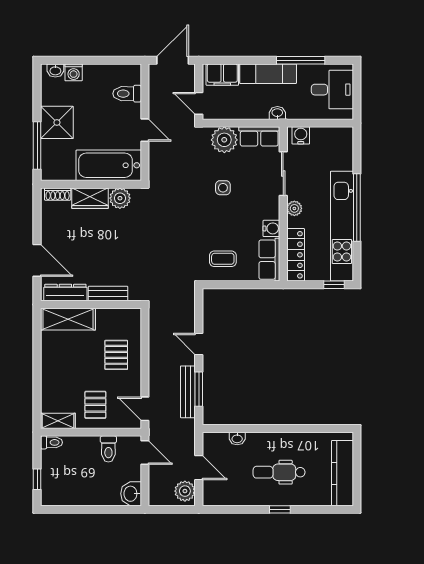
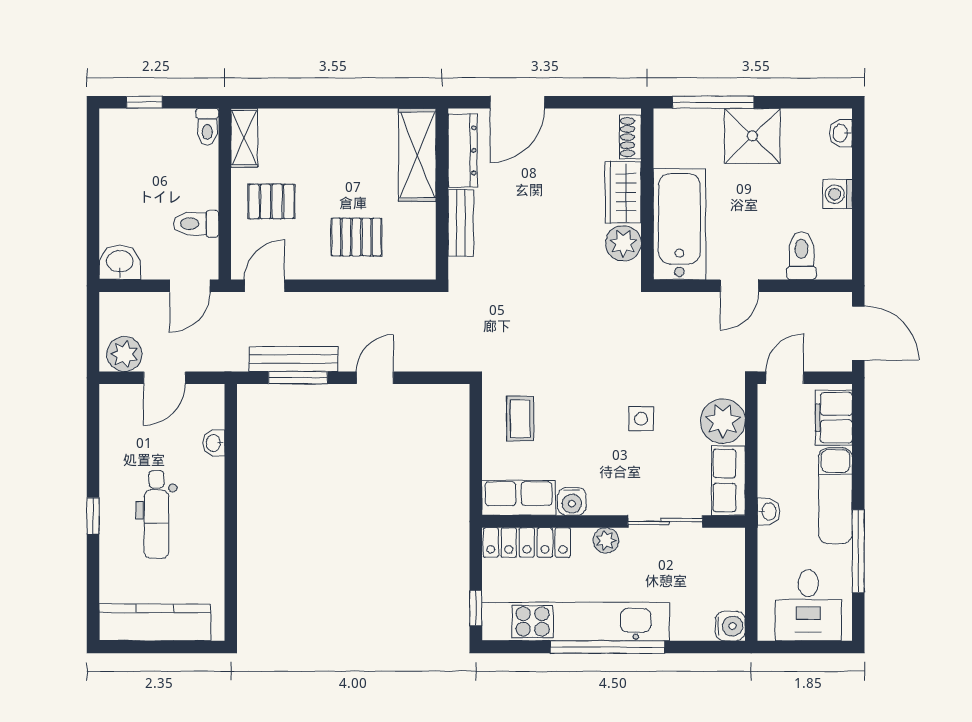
washing machine: (74, 72) -> (838, 194), moved
water cooler: (301, 135) -> (730, 626), moved
dental chair: (279, 472) -> (156, 514), turned 180

